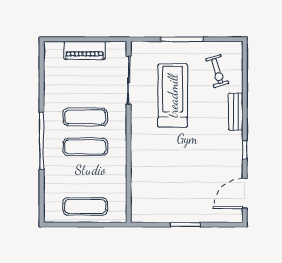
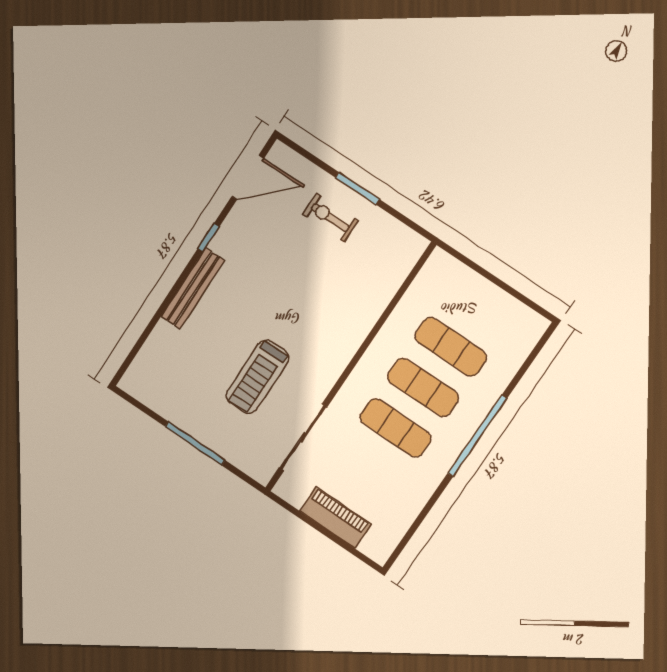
exercise bike: (217, 71) -> (330, 218), moved, turned -74
treadmill: (173, 96) -> (257, 377), width x0.73, depth x0.73
bench: (236, 112) -> (193, 289), width x1.36
exercise mat: (85, 207) -> (451, 347), moved

